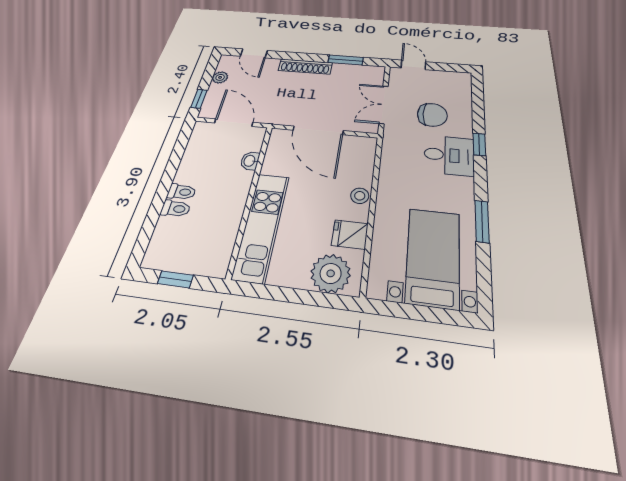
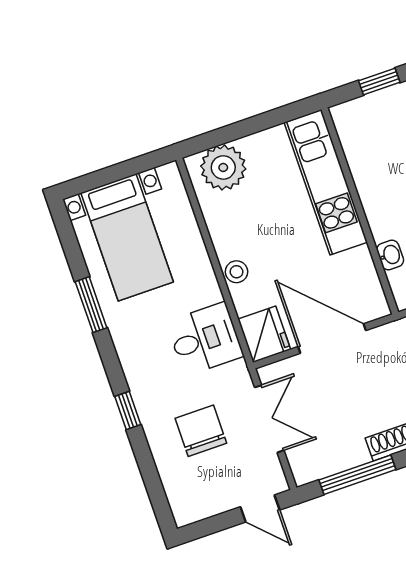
window: (346, 60) -> (357, 475), width x1.44
chair: (432, 115) -> (201, 431), turned 90
desk: (449, 155) -> (205, 339), moved, turned 180
fridge: (350, 234) -> (264, 334), moved, width x1.38

